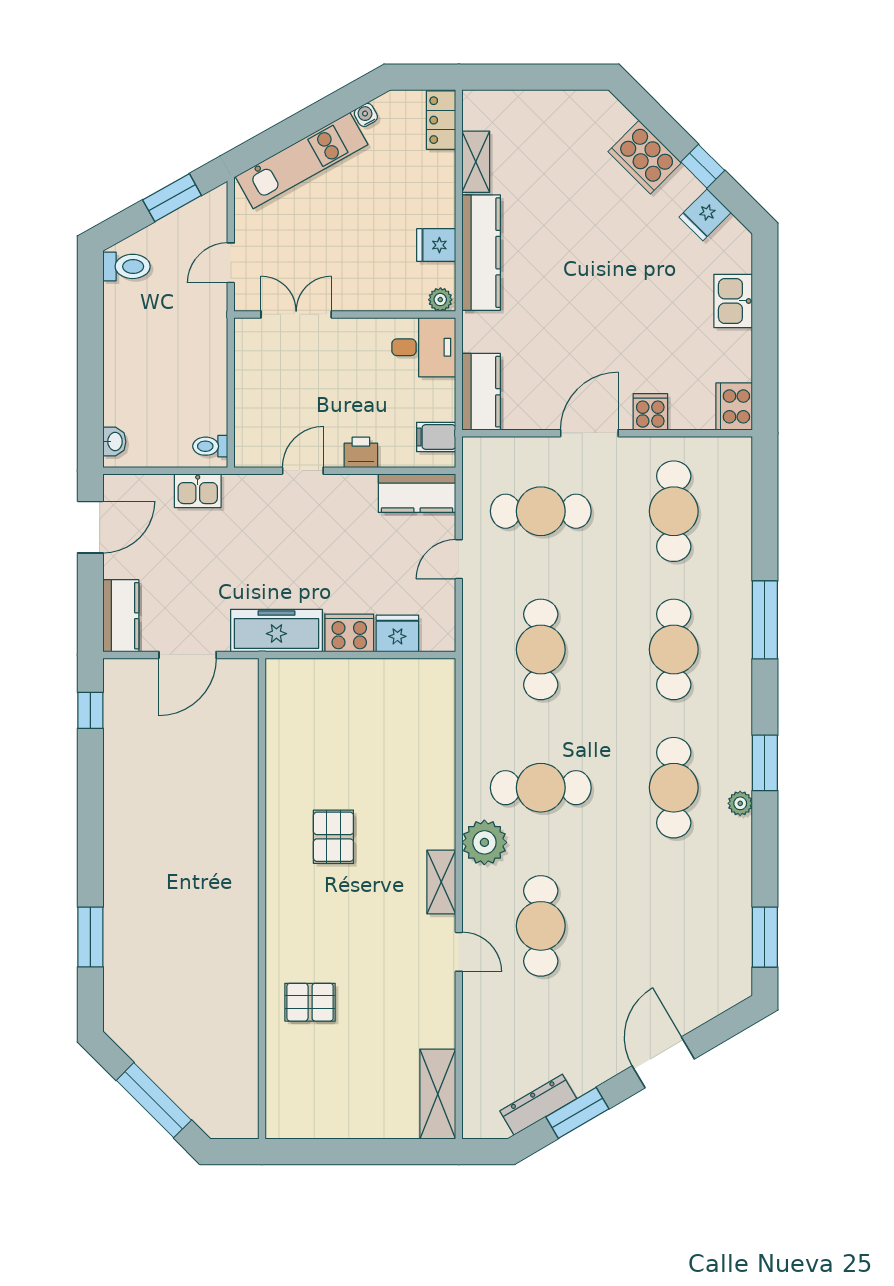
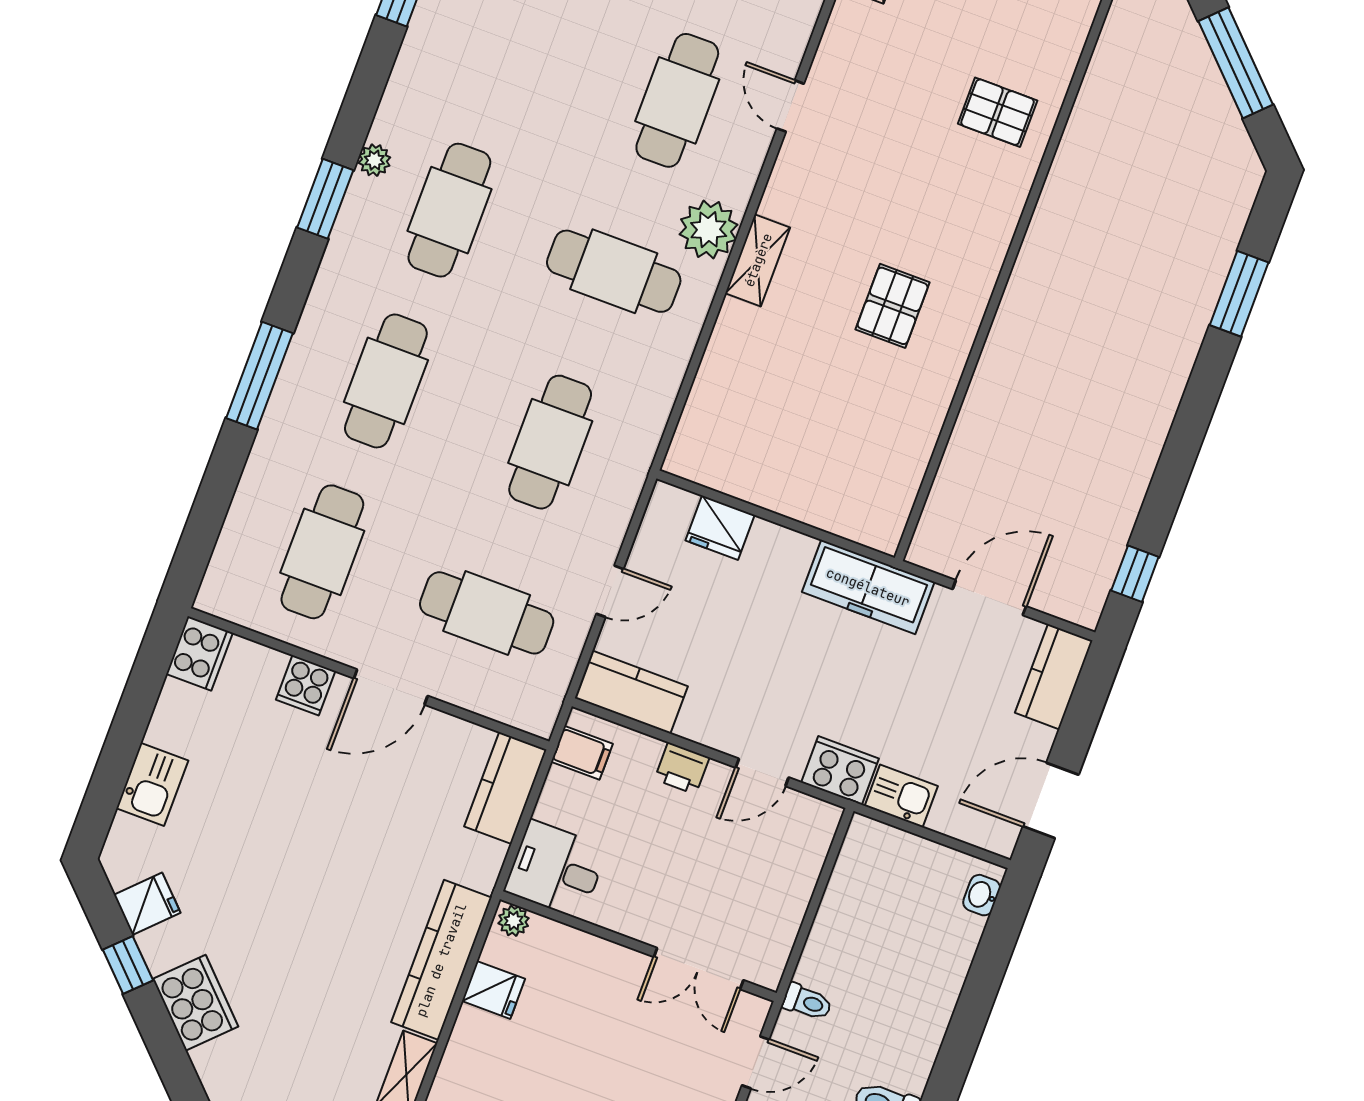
toilet: (210, 446) -> (807, 1002), moved
cooker: (349, 633) -> (840, 770), moved, turned 180
shelving: (441, 882) -> (758, 260), moved

